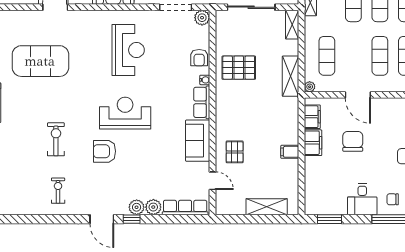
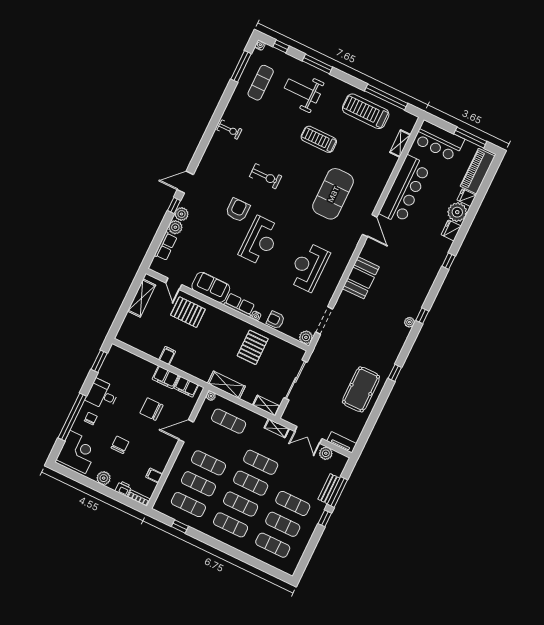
reception desk: (128, 50) -> (308, 267), turned 90
chair: (353, 141) -> (151, 409), turned 180
pallet: (235, 152) -> (188, 312), width x1.50, depth x1.42
door: (212, 181) -> (174, 284), hinge flipped
exercise bike: (58, 191) -> (229, 130), moved
shelving: (267, 207) -> (142, 298), moved
row of seats: (185, 208) -> (166, 246), width x0.68

